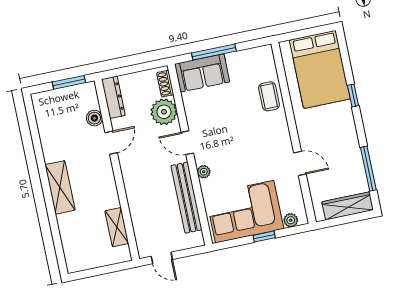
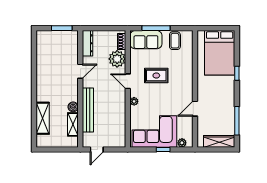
coffee table: (269, 96) -> (175, 41), moved
boiler: (94, 118) -> (73, 107), moved
rug: (230, 125) -> (156, 76), added
door: (300, 163) -> (195, 109), swing flipped
shelving: (60, 187) -> (43, 118), moved
bench: (187, 198) -> (88, 110), moved
door: (162, 258) -> (97, 150), hinge flipped

